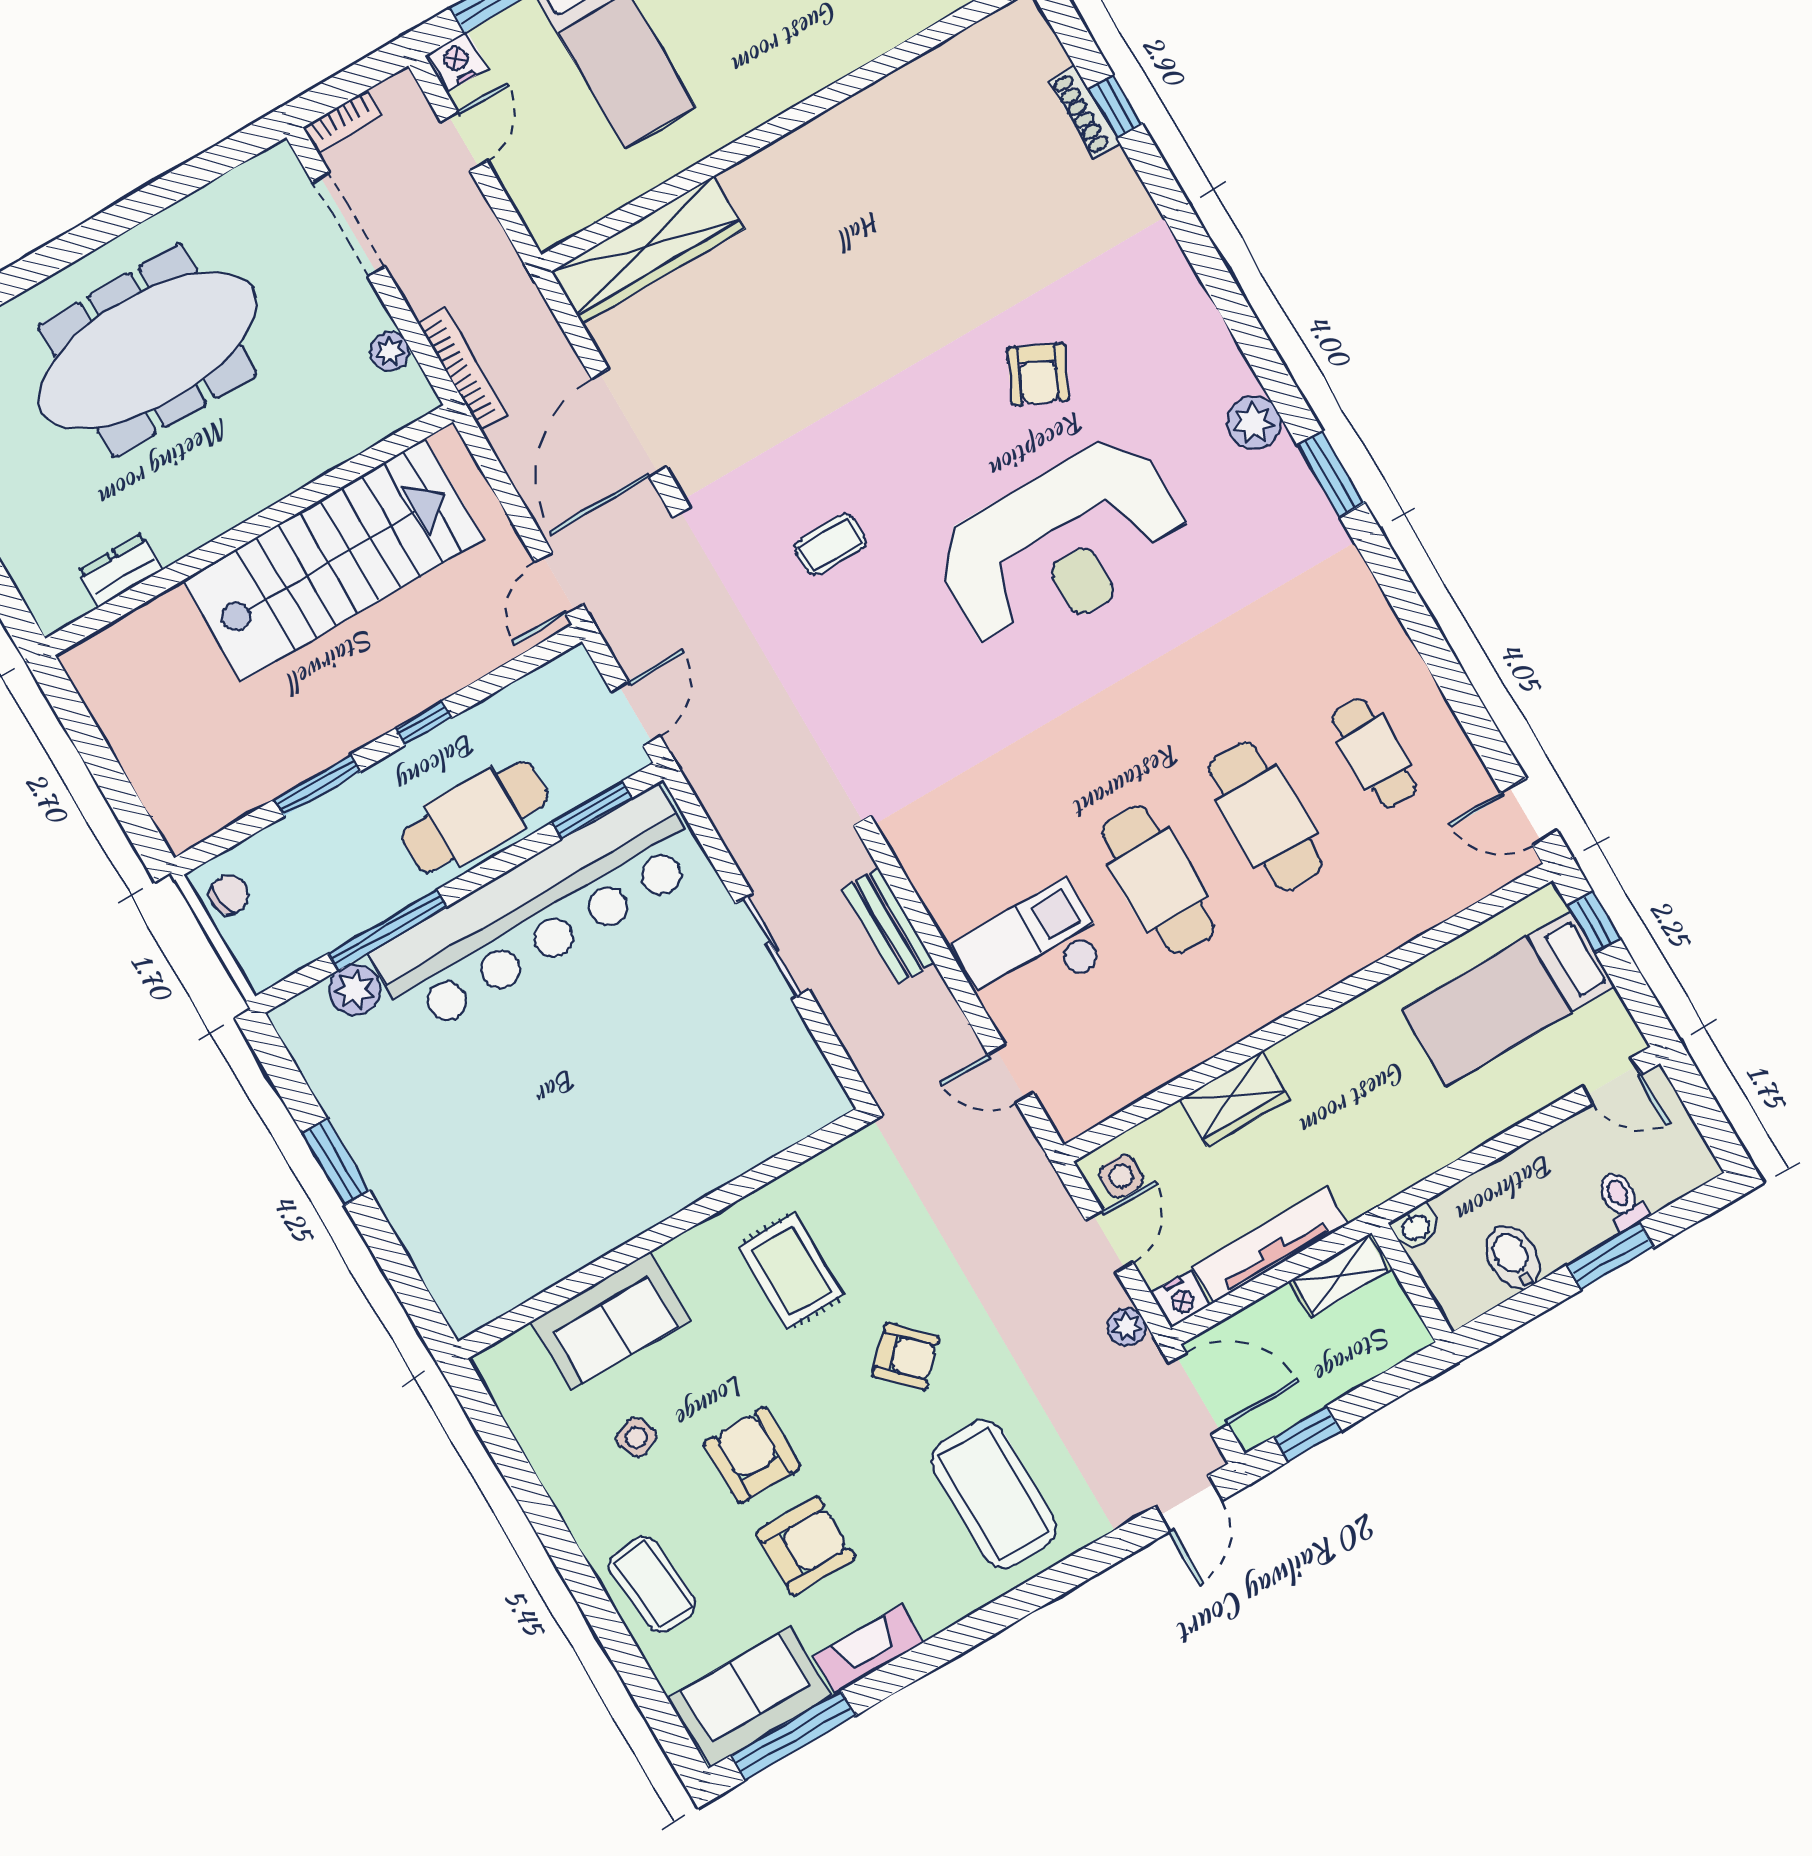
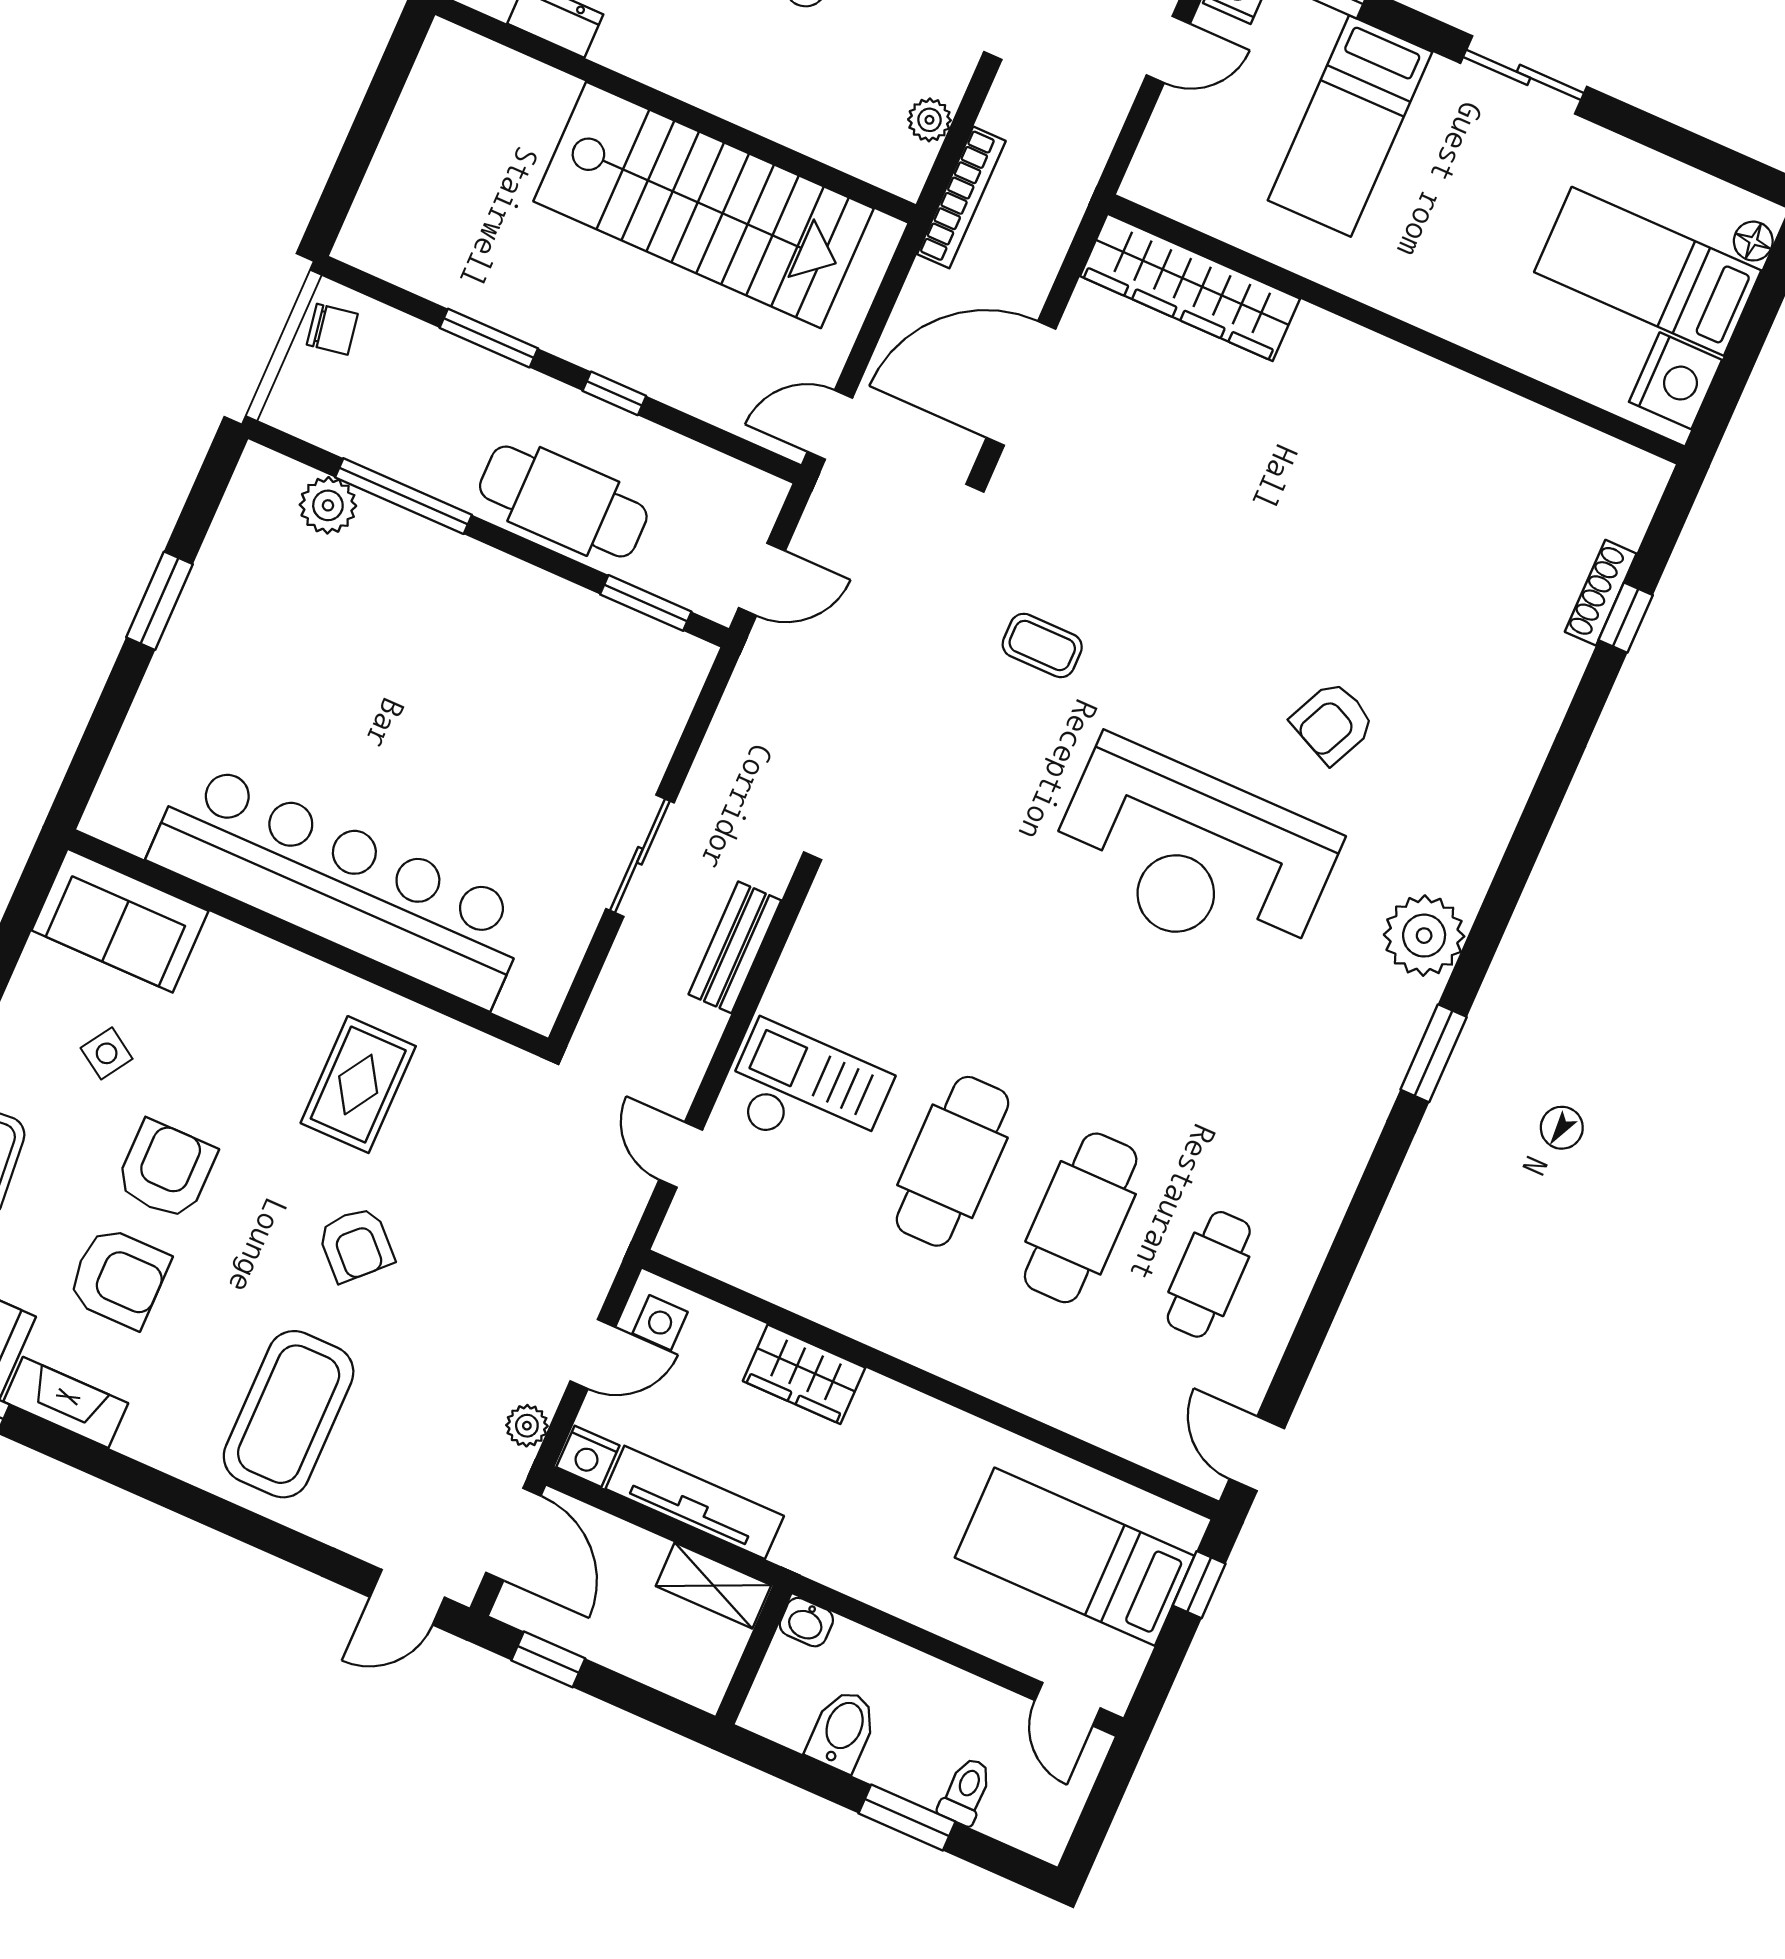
plant: (1254, 423) -> (1424, 936), width x1.36, depth x1.36
bar counter: (538, 911) -> (340, 884), moved, turned 180
sofa: (610, 1321) -> (120, 921), moved
side table: (637, 1437) -> (107, 1053), turned -34

